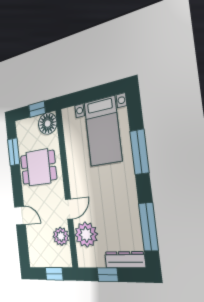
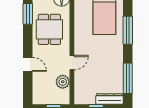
dining table: (38, 167) -> (49, 29), turned 90
plant: (86, 234) -> (83, 81), removed

